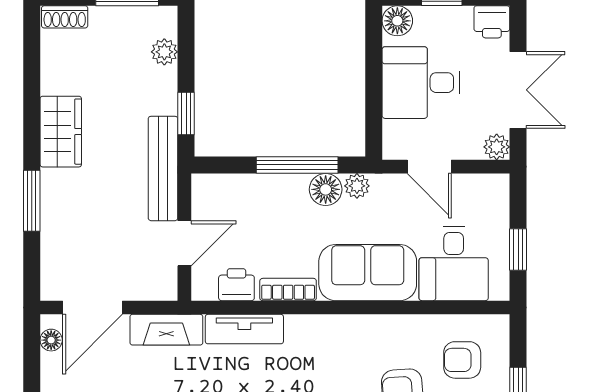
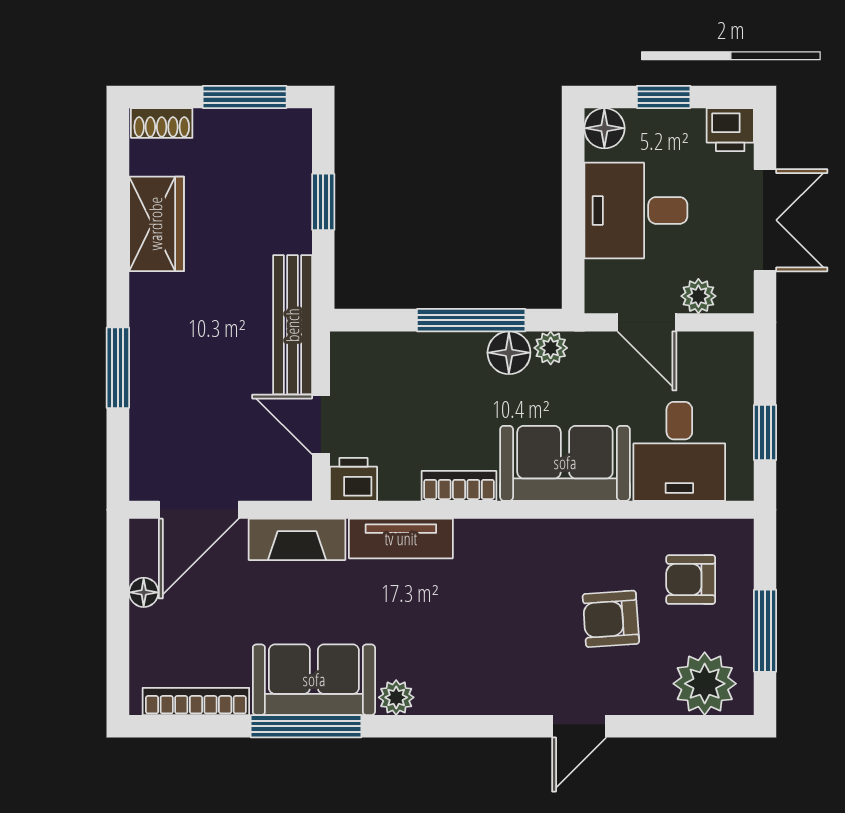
plant: (164, 52) -> (294, 170), removed
window: (186, 113) -> (323, 202), moved
wardrobe: (61, 132) -> (156, 224), moved
plant: (497, 147) -> (698, 296), moved
door: (184, 243) -> (321, 424), swing flipped
printer: (236, 285) -> (353, 479), moved
floor lamp: (51, 340) -> (144, 592), moved

